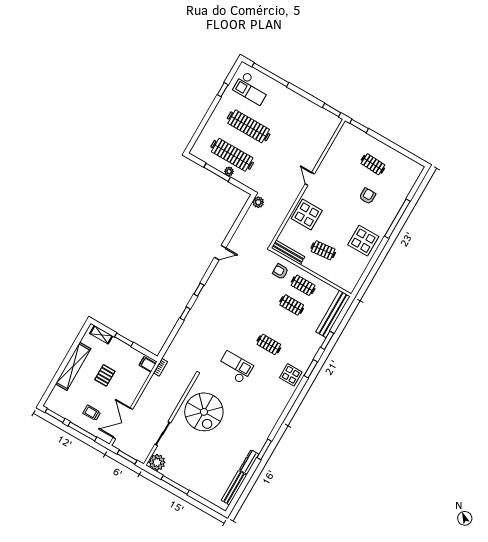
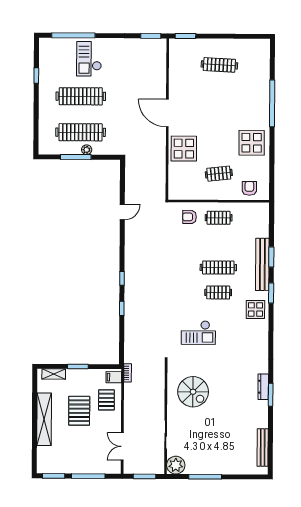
checkout: (252, 88) -> (89, 59), moved, turned 90
clothes rail: (373, 164) -> (219, 65), width x1.36
door: (310, 179) -> (167, 113), width x1.87
armchair: (367, 196) -> (249, 188), moved
plant: (258, 202) -> (131, 163), removed
bench: (288, 252) -> (186, 195), removed
door: (220, 253) -> (122, 212), moved
clothes rail: (292, 305) -> (218, 268), moved, width x1.36
bench: (333, 314) -> (262, 264), moved
checkout: (235, 367) -> (198, 333), turned 180
pallet: (105, 375) -> (79, 411), width x1.50, depth x1.42
pallet: (131, 379) -> (106, 400), added
spiral stairs: (204, 412) -> (193, 392), width x0.73, depth x0.73
trolley: (92, 413) -> (87, 453), removed
double door: (123, 423) -> (122, 446), width x0.73
dresser: (249, 462) -> (263, 387), moved

